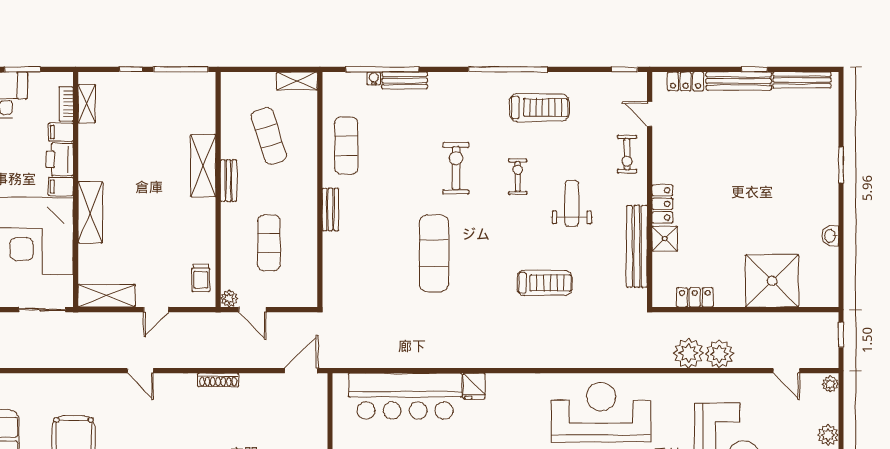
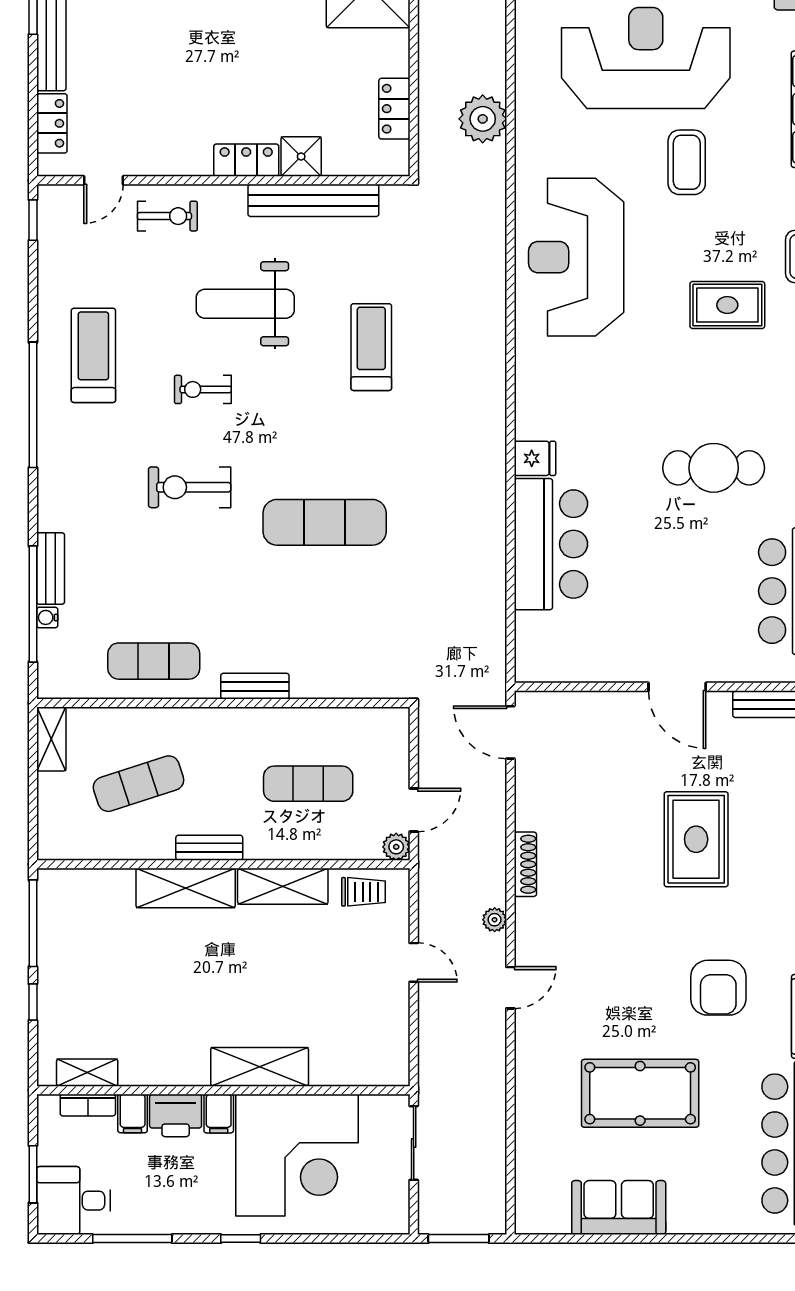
weight bench: (572, 203) -> (245, 304), width x1.36, depth x1.33
shelving: (106, 296) -> (283, 886), moved, turned 90
plant: (719, 354) -> (495, 920), moved, width x0.53, depth x0.53
bar counter: (405, 396) -> (551, 544), width x0.73

